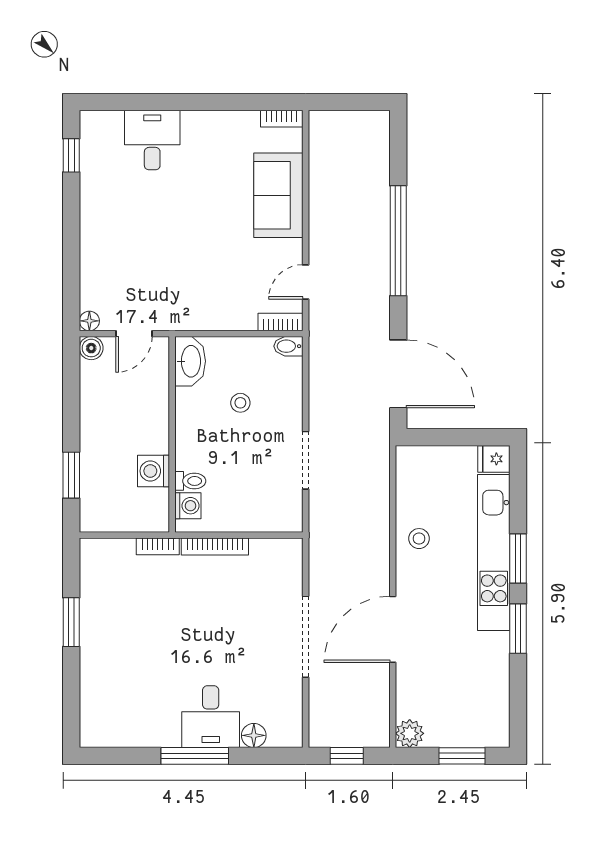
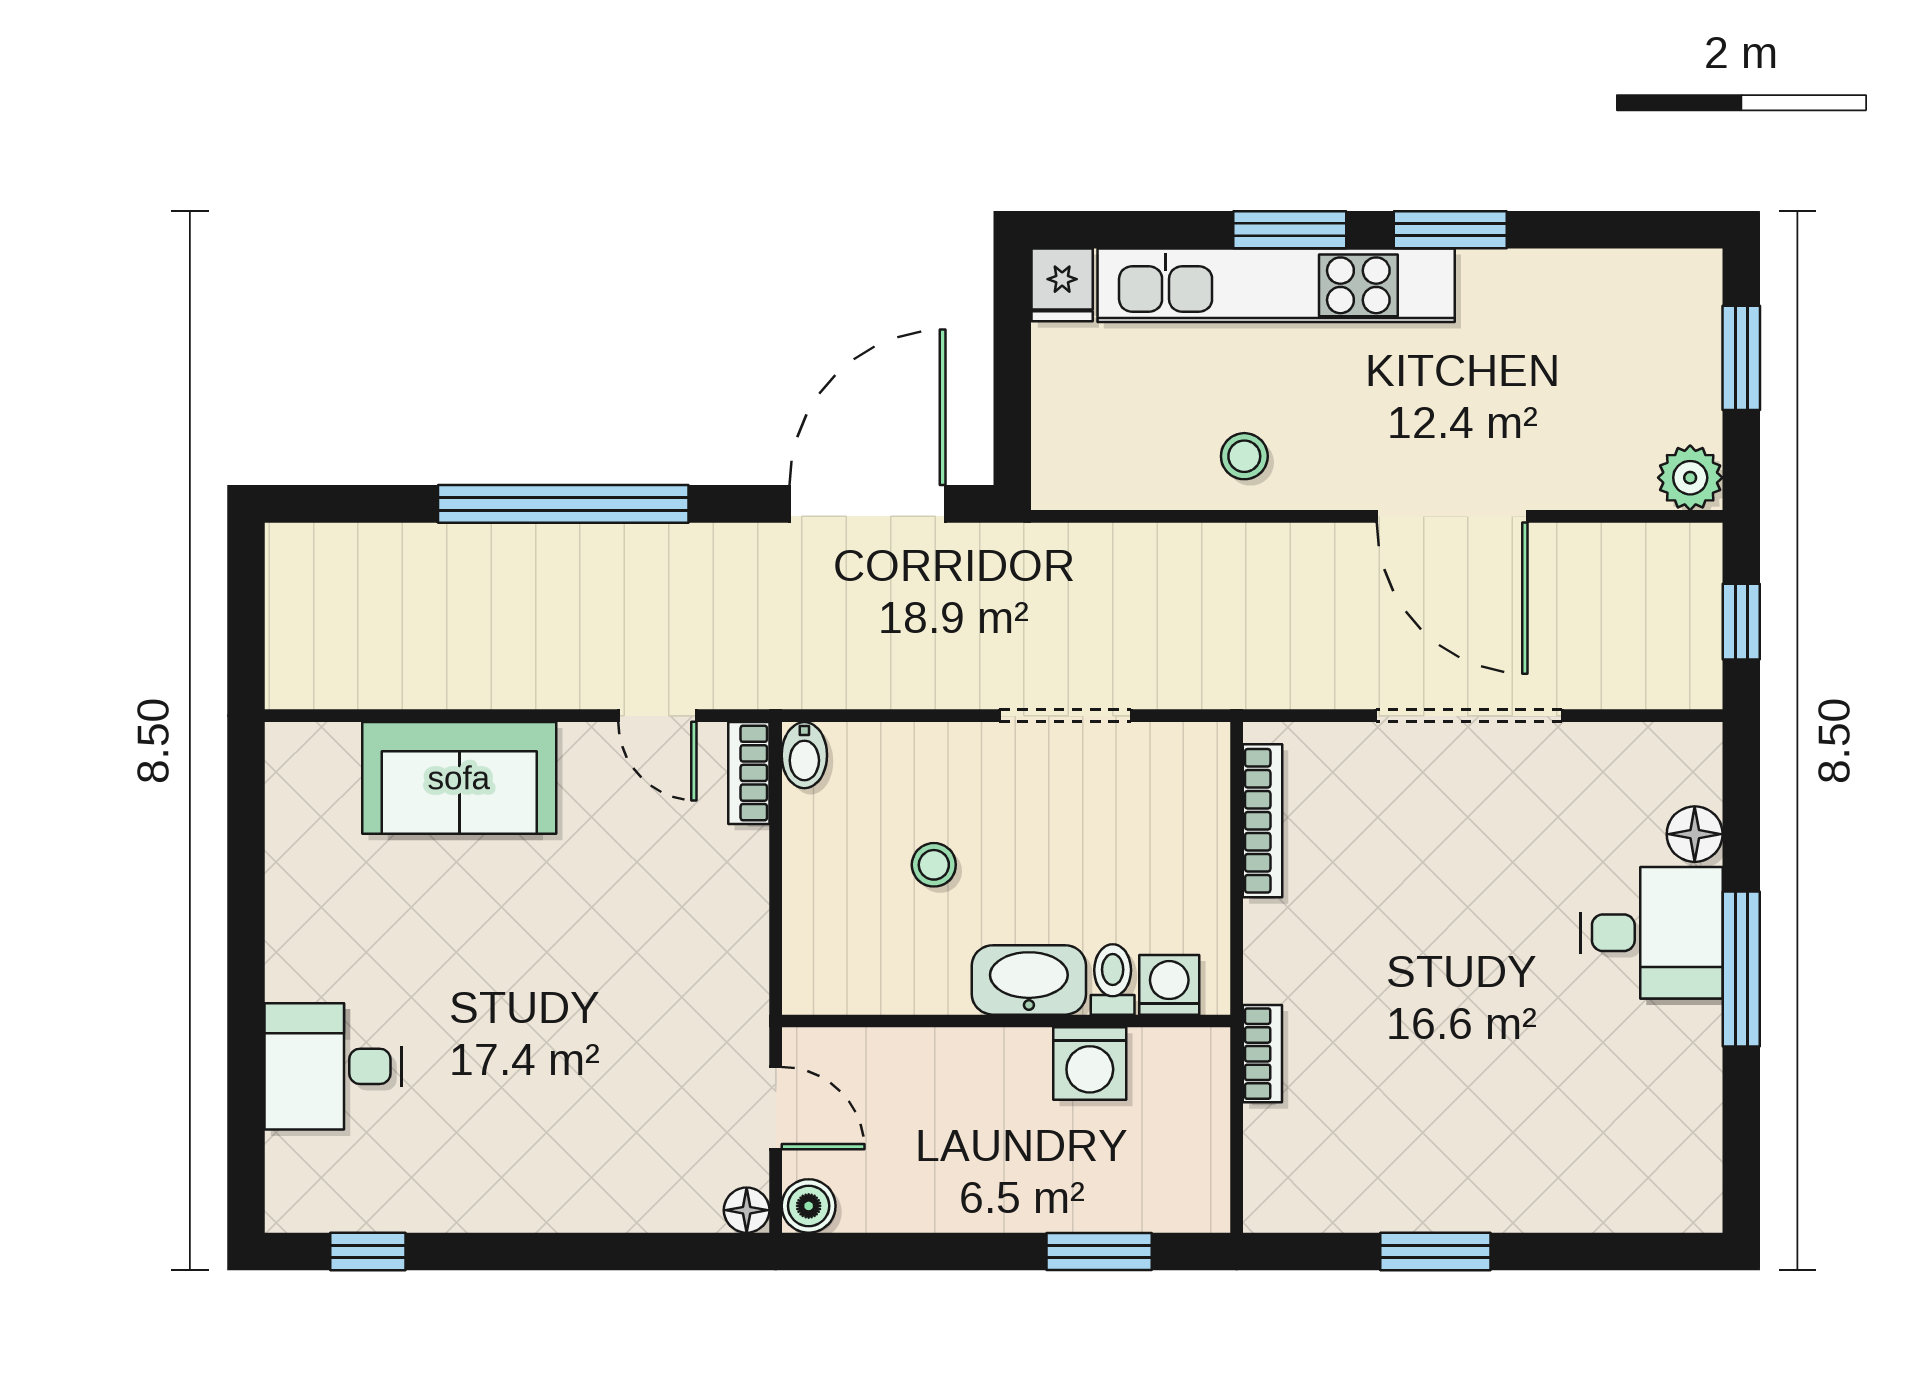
bookcase: (282, 119) -> (284, 770), removed
washbasin: (190, 361) -> (1029, 980), moved
bookcase: (215, 546) -> (1262, 821), moved

